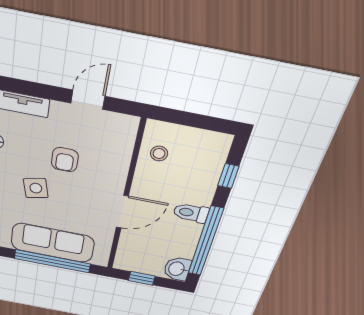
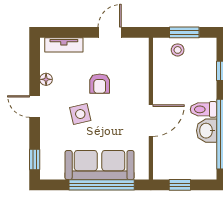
window: (192, 120) -> (184, 32), added
stool: (159, 154) -> (178, 50), moved
washbasin: (177, 269) -> (207, 131), moved

